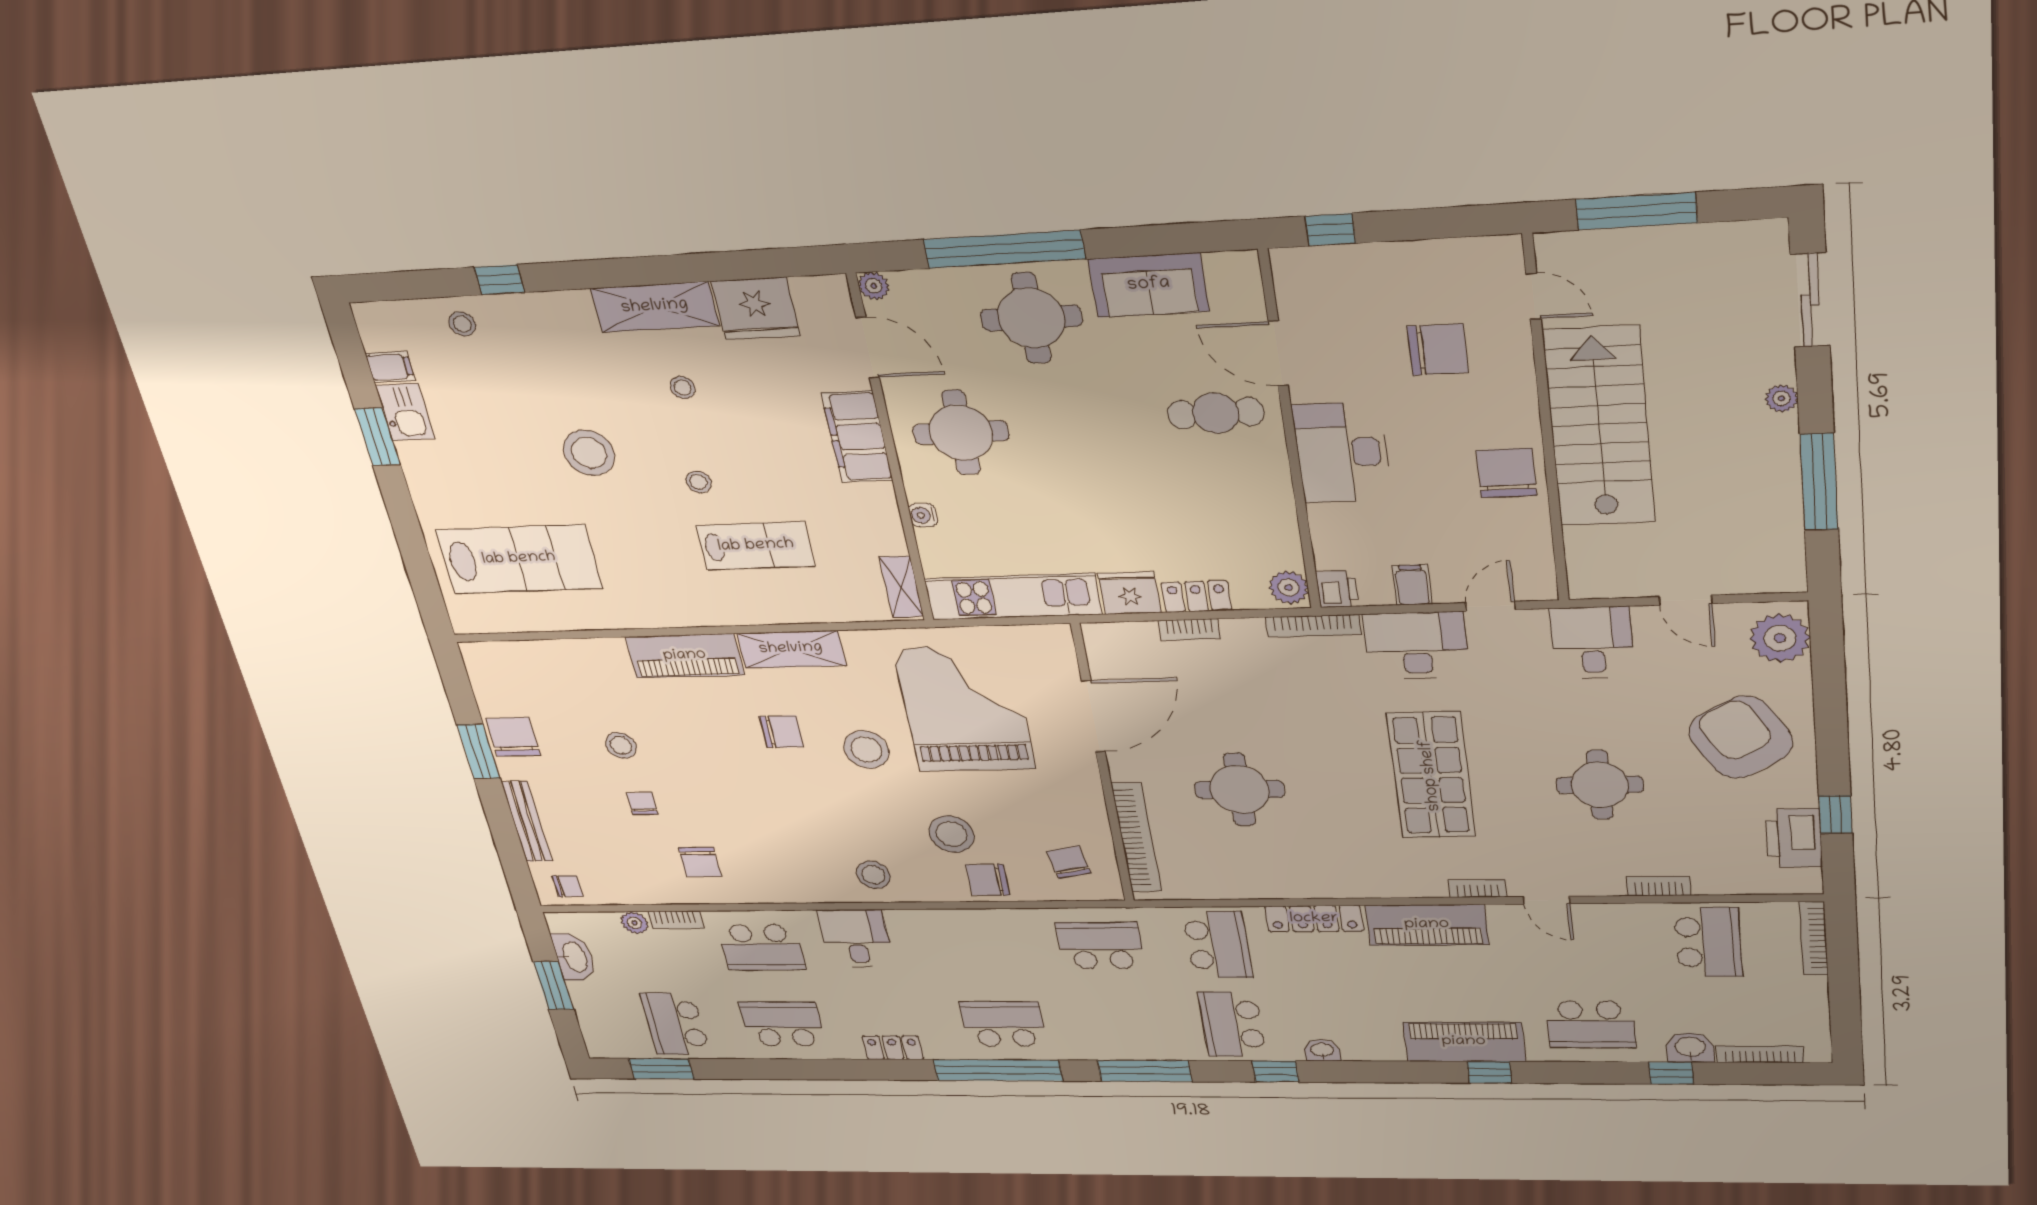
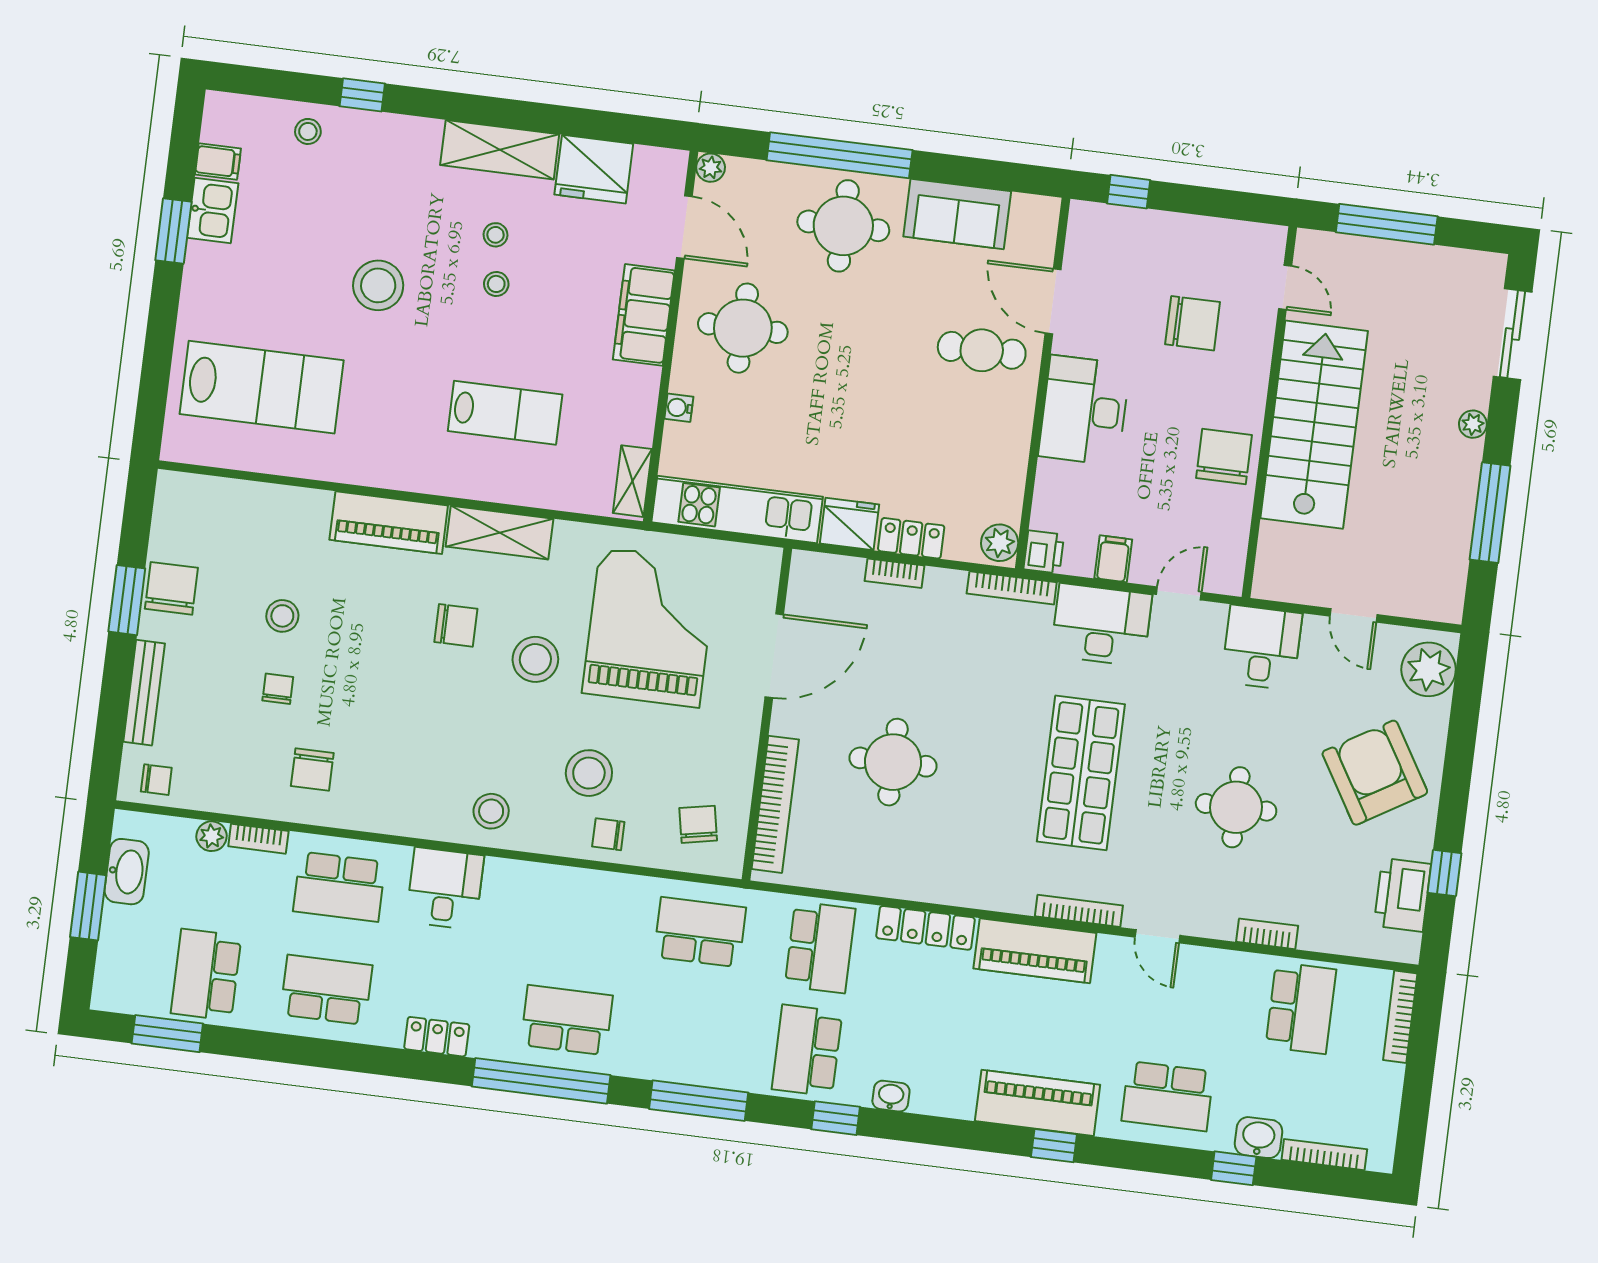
stool: (699, 482) -> (496, 284), moved
chair: (988, 880) -> (608, 834), width x0.73, depth x0.73
bookcase: (1477, 888) -> (1079, 911), width x1.56

